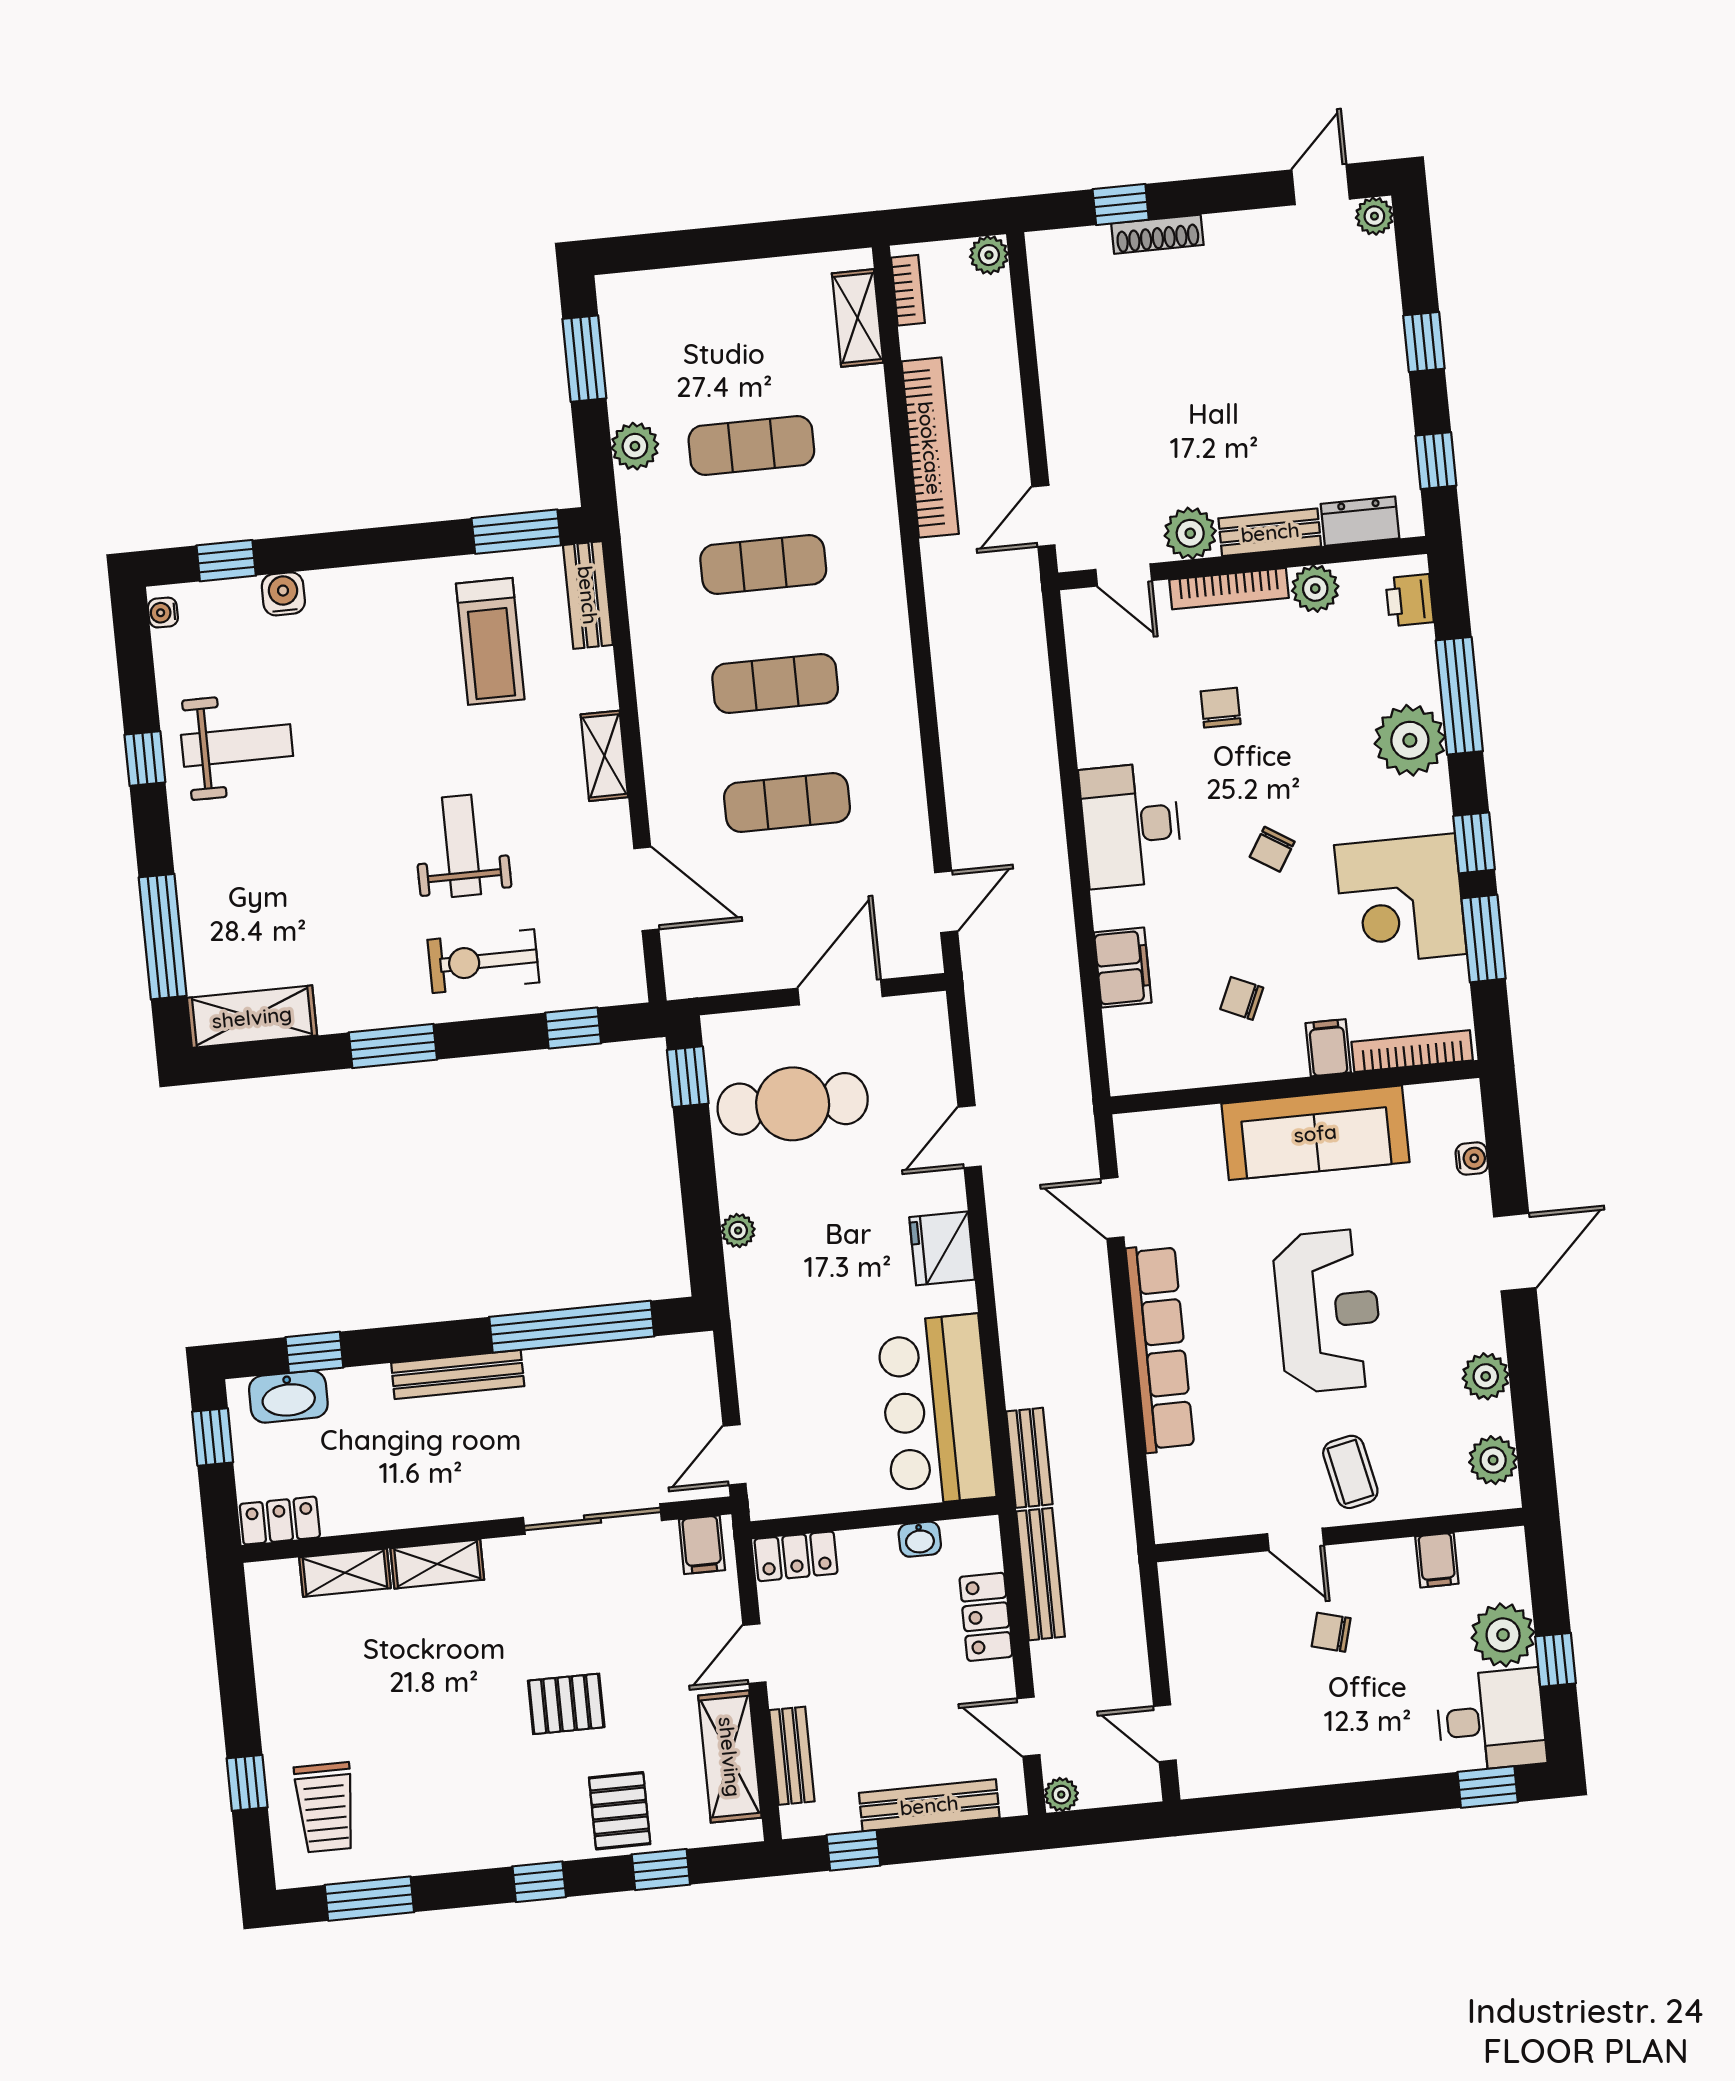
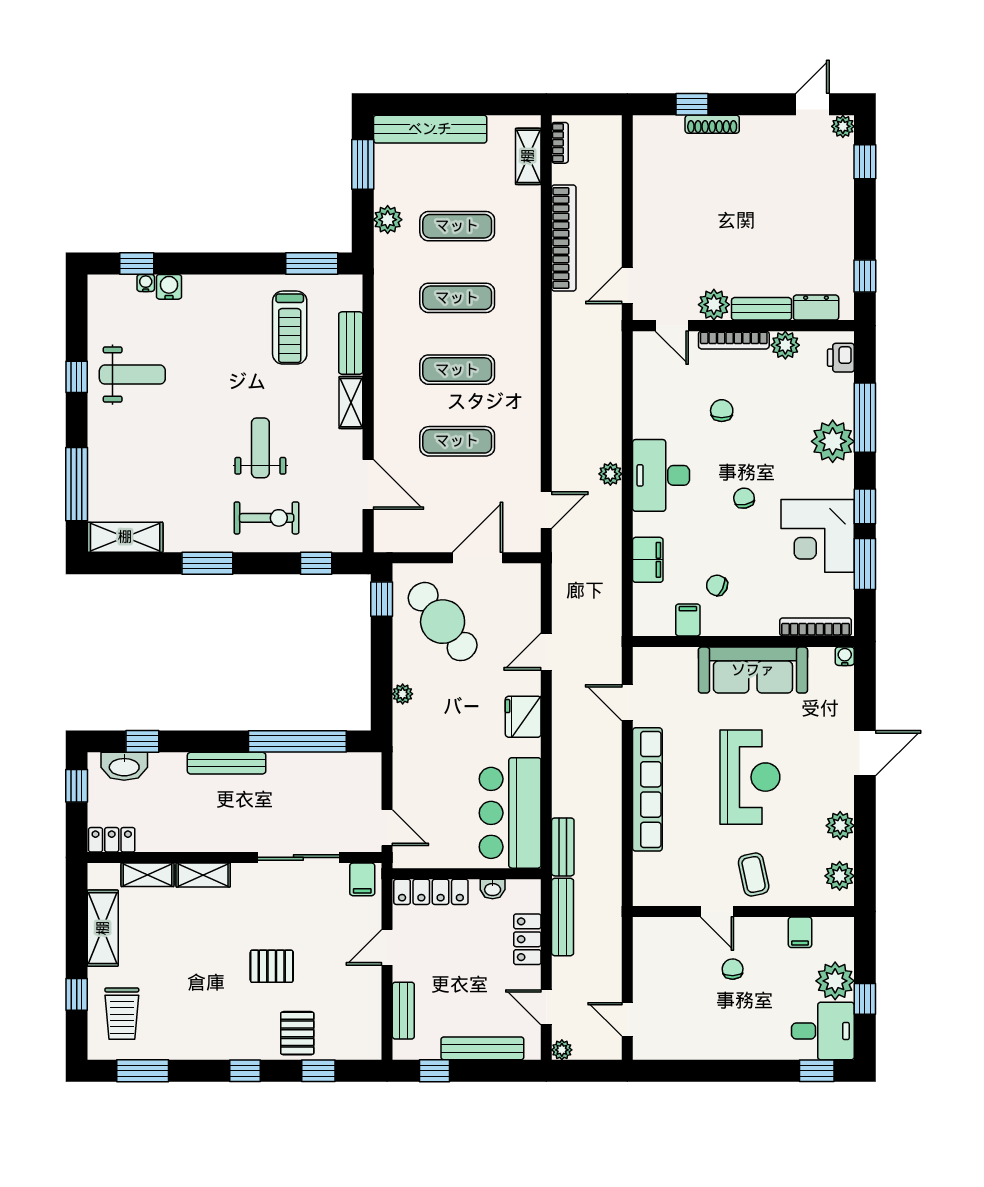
plant: (989, 255) -> (610, 474), moved
bench: (690, 289) -> (430, 129), added
window: (1424, 342) -> (865, 162), moved
bench: (588, 595) -> (351, 343), moved
water cooler: (163, 613) -> (146, 283), moved, turned 90
chair: (1272, 849) -> (744, 498), turned 137
exercise bike: (483, 961) -> (267, 518), turned 180
filing cabinet: (1328, 1048) -> (688, 620), moved
cafe table: (793, 1104) -> (443, 622), turned 52
water cooler: (1472, 1159) -> (845, 656), moved, turned -90
door: (735, 1455) -> (387, 828), swing flipped
locker: (796, 1556) -> (431, 892), width x1.53
chair: (1331, 1632) -> (733, 969), turned 73
shelving: (730, 1757) -> (103, 928), moved

